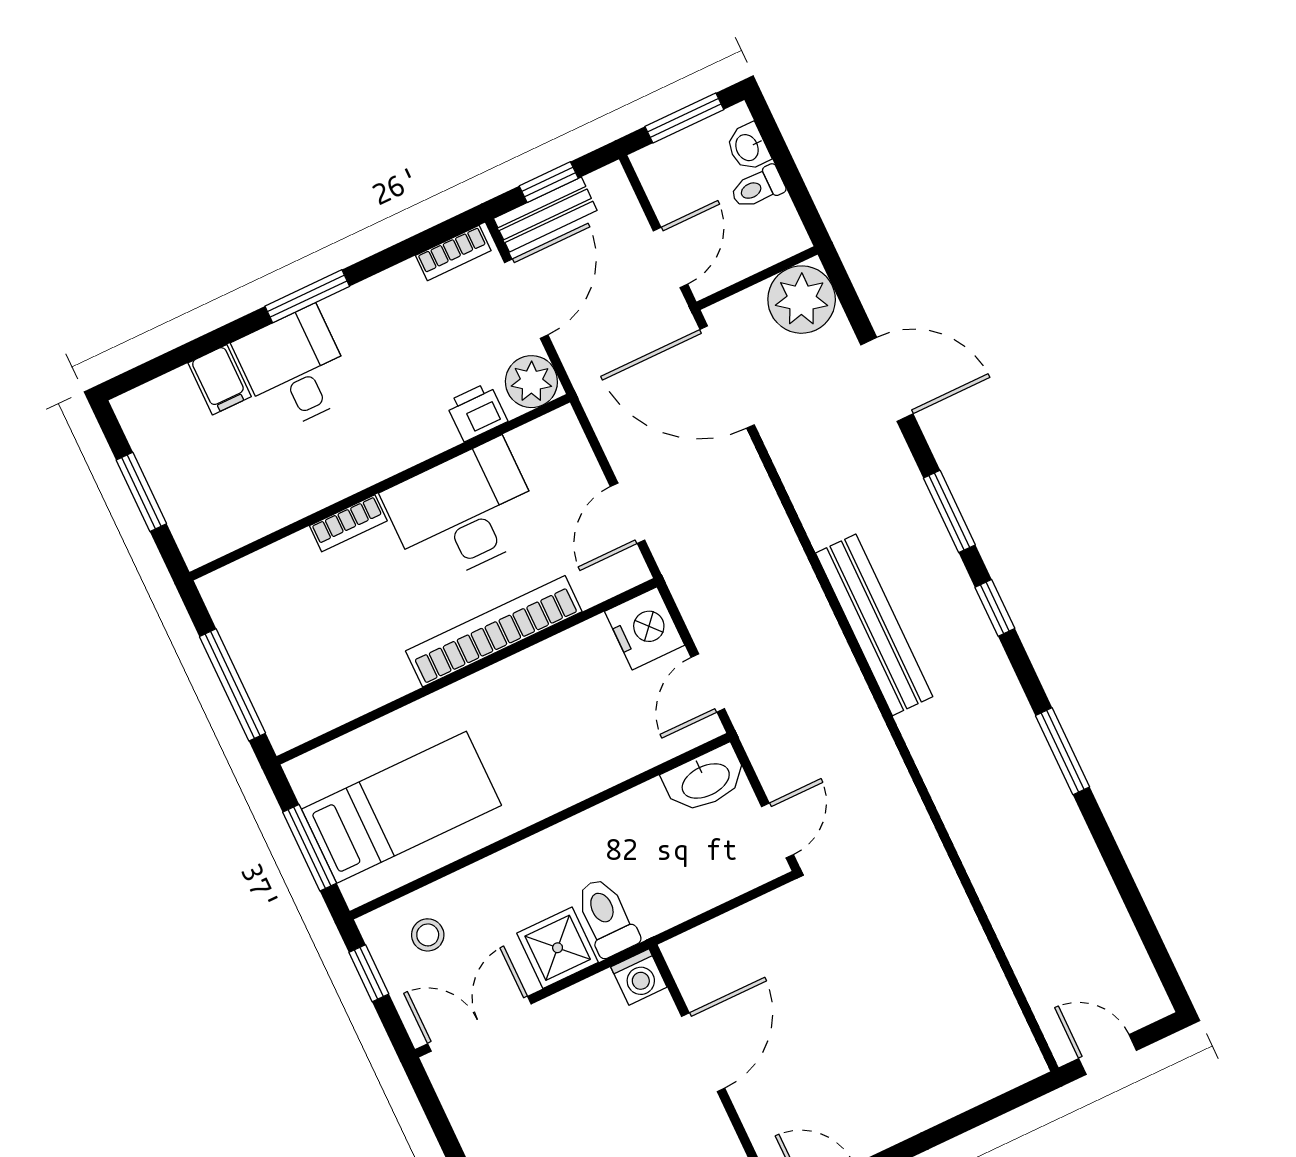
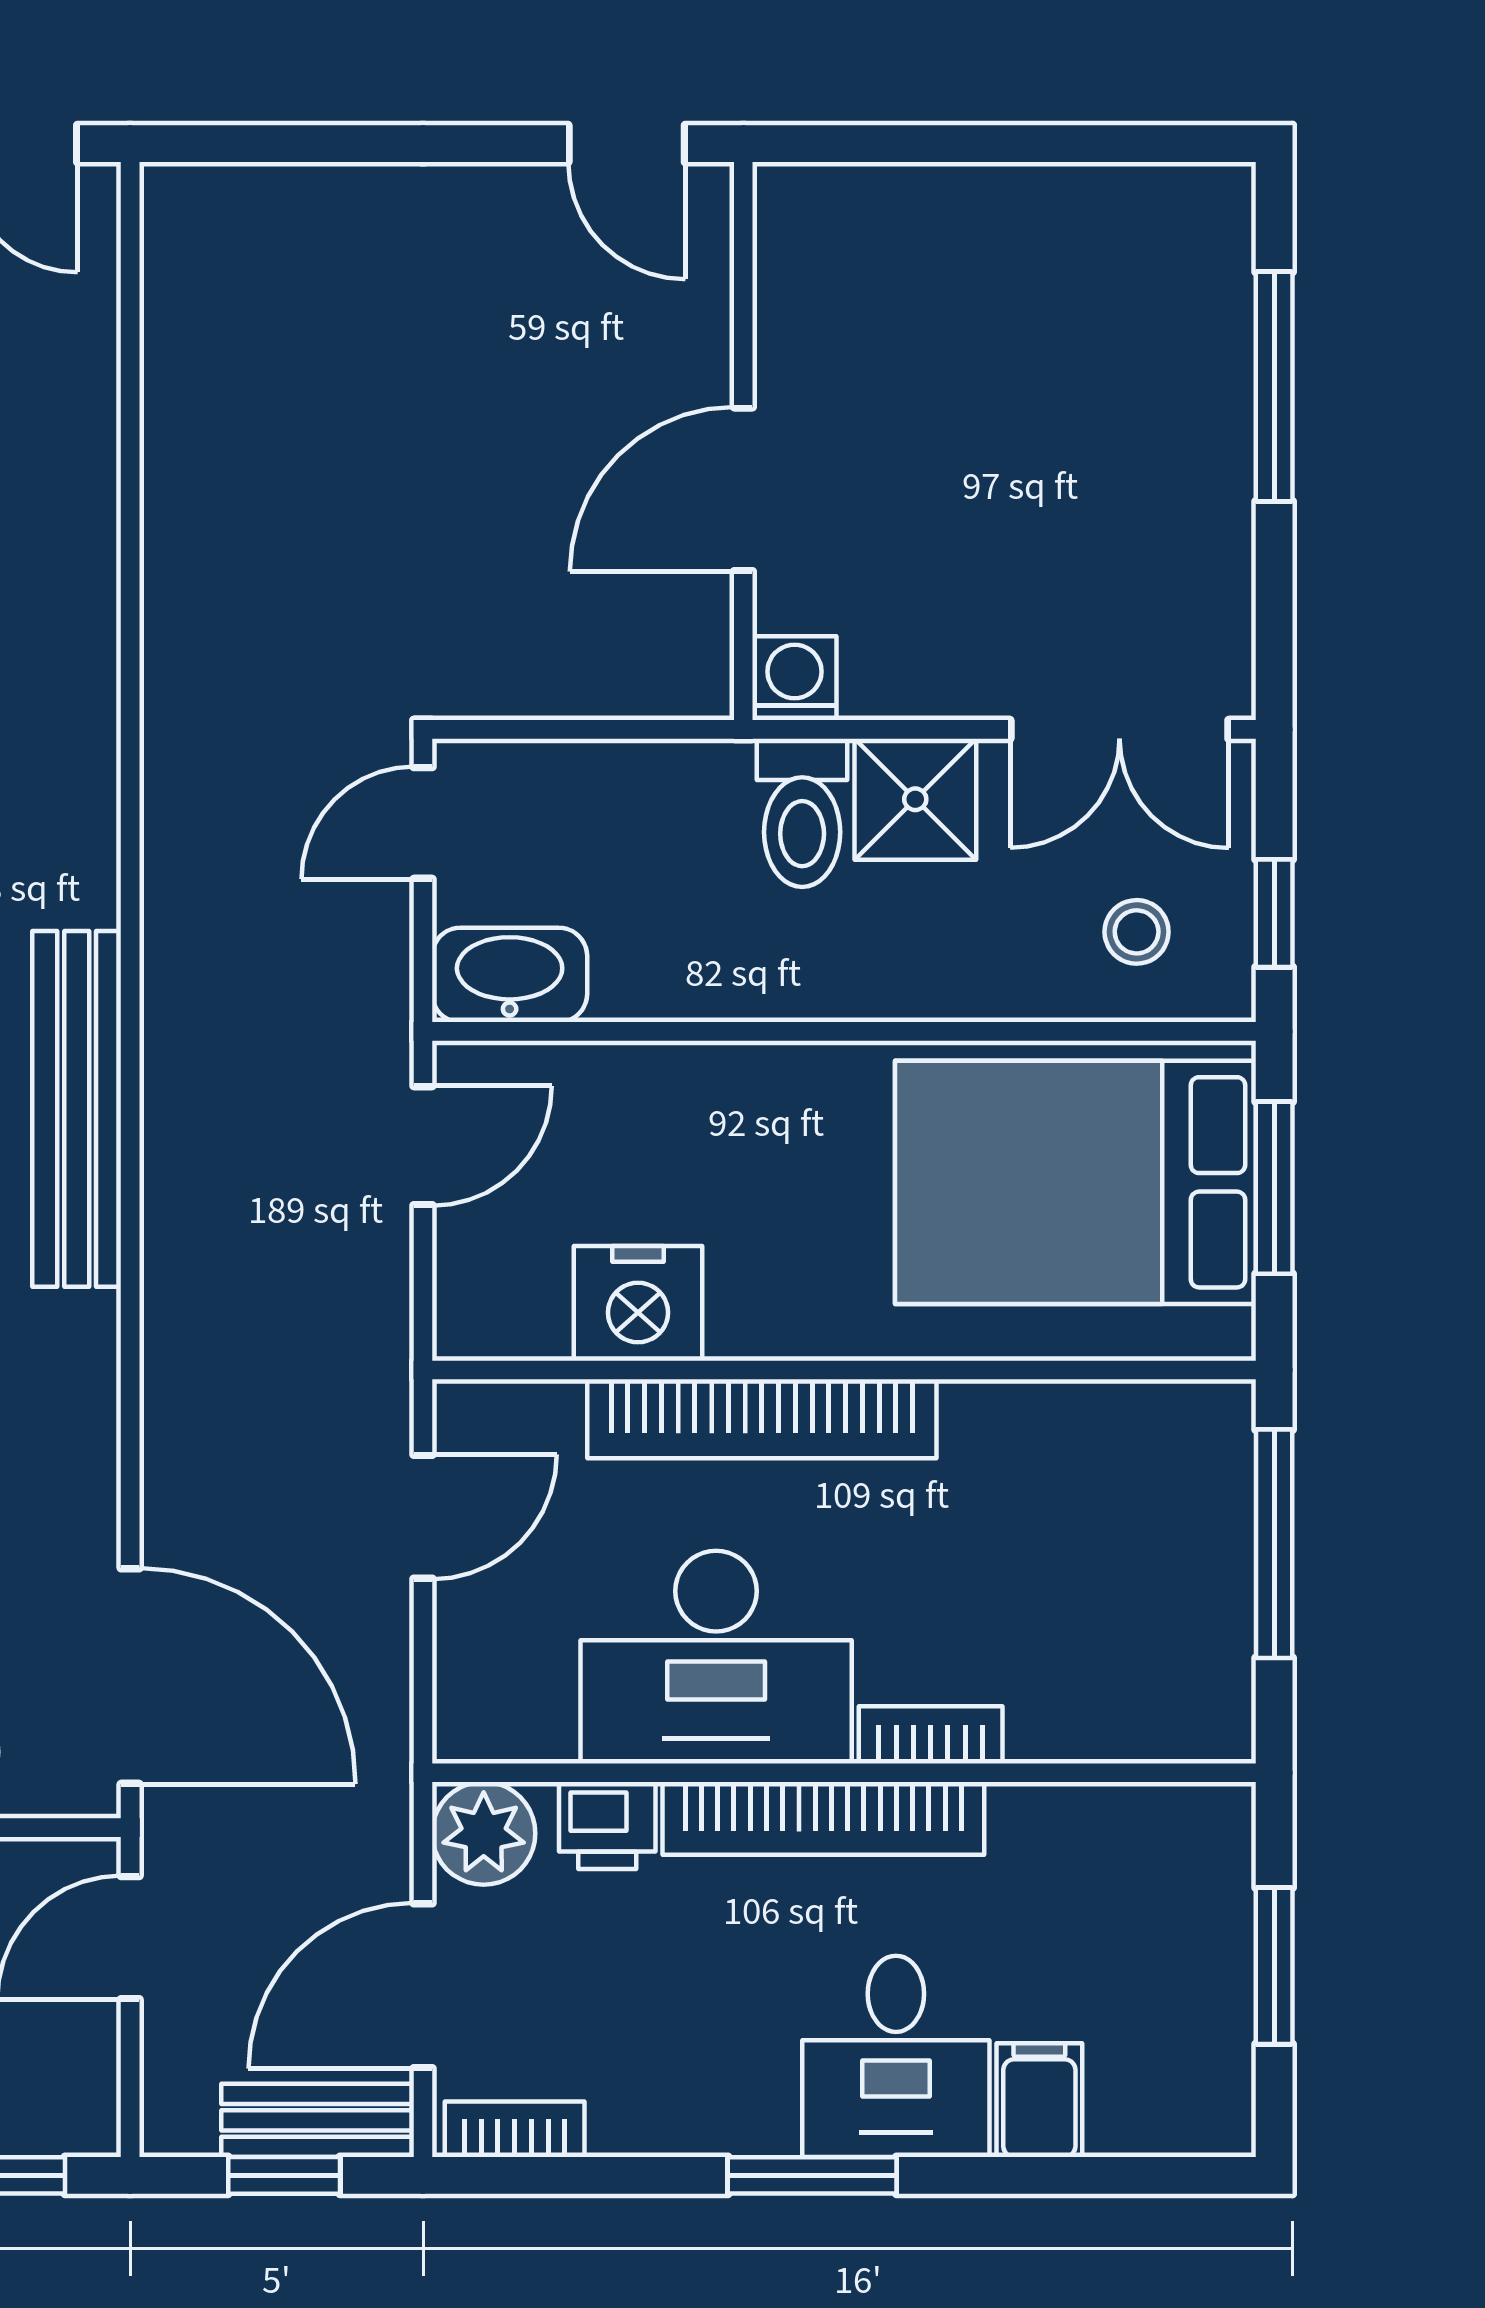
bookcase: (379, 462) -> (823, 1818), added
nightstand: (645, 628) -> (638, 1303), moved, turned -90
bed: (402, 807) -> (1075, 1182), width x1.50

